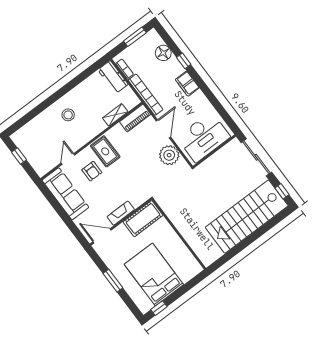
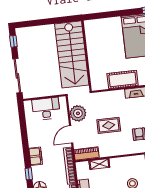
desk: (203, 137) -> (46, 109), width x0.73, depth x0.77
rug: (105, 151) -> (109, 125), moved, turned 90
stairs: (247, 217) -> (72, 54), moved, turned 90
wall: (179, 234) -> (87, 56), moved

